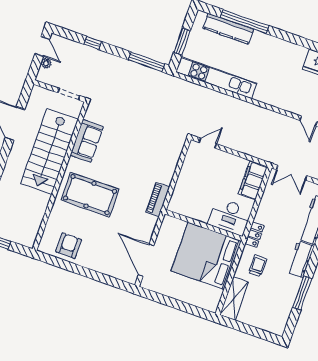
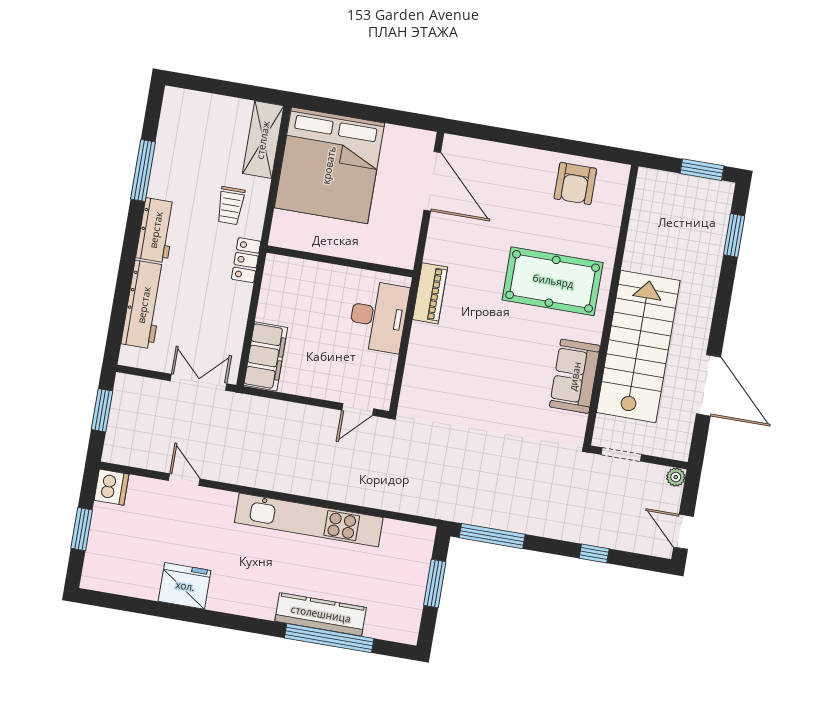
kitchen counter: (228, 29) -> (321, 614), moved
plant: (46, 63) -> (676, 477), moved
kitchen unit: (216, 78) -> (309, 520), moved
desk: (230, 217) -> (378, 316), moved, turned 90
bed: (206, 256) -> (329, 165), moved, turned 90

